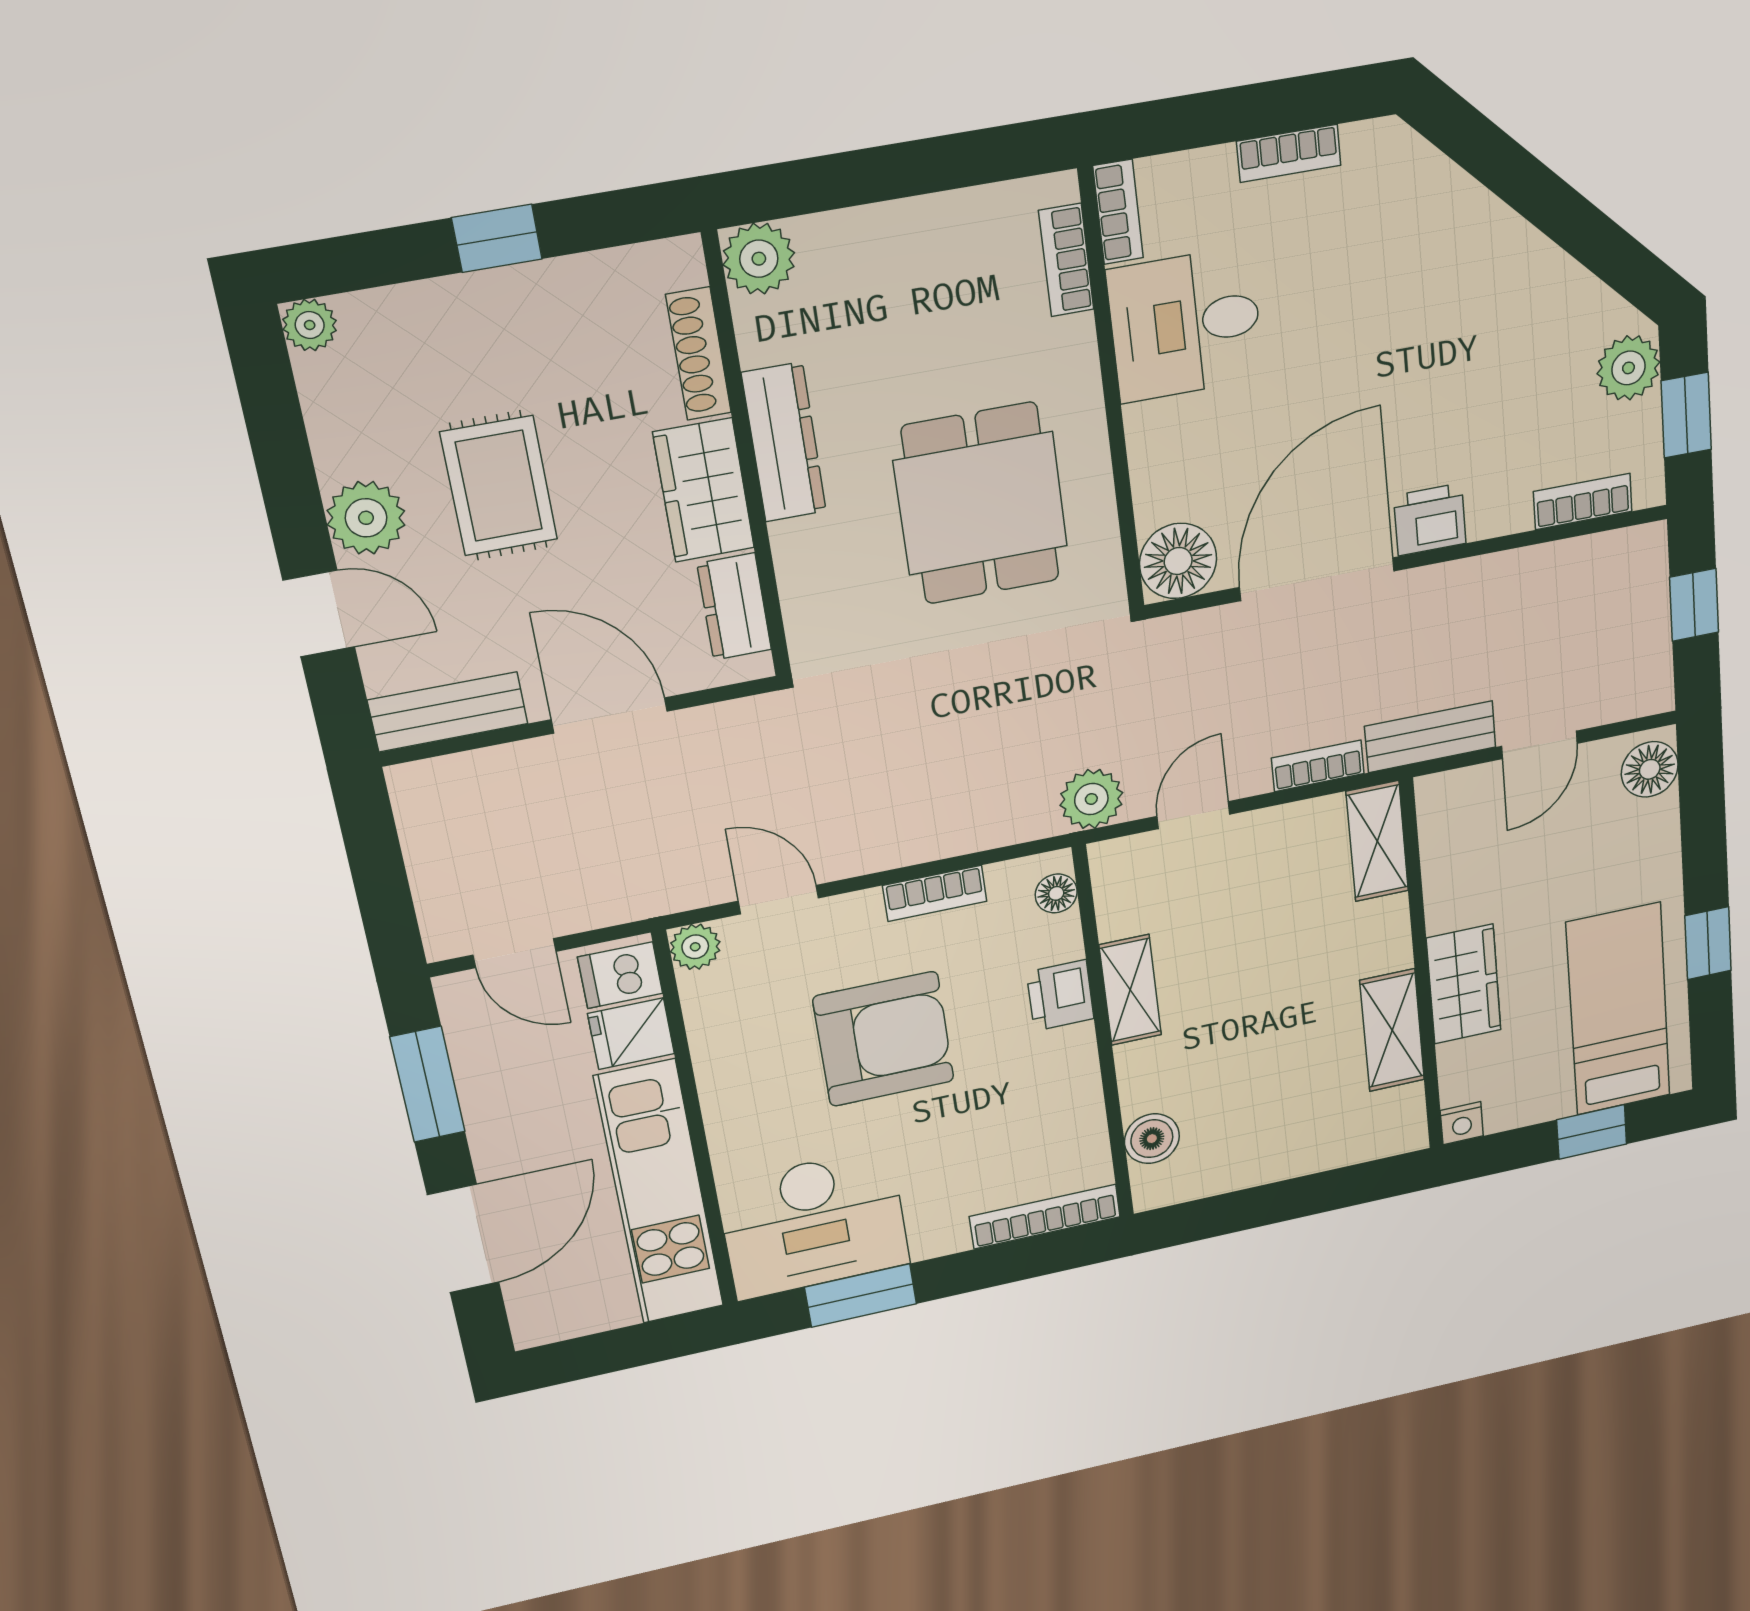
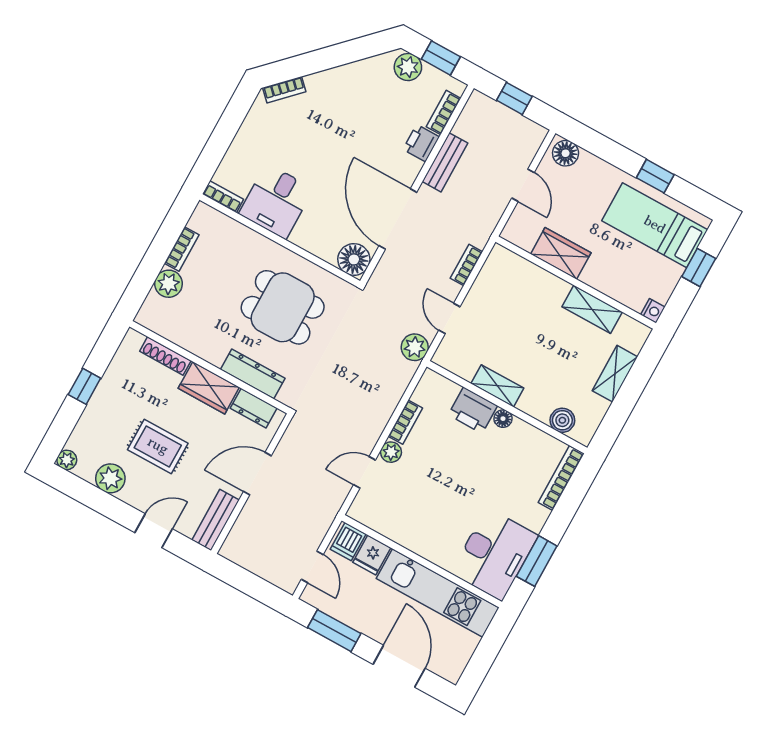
bookcase: (1289, 153) -> (284, 90), moved, turned 45
plant: (759, 259) -> (169, 284), moved
bookcase: (1066, 260) -> (182, 249), moved, turned -90
dresser: (784, 442) -> (253, 374), moved
plant: (366, 518) -> (110, 478), moved
printer: (1430, 519) -> (421, 143), moved
bench: (1430, 737) -> (445, 162), moved
shelving: (1377, 841) -> (615, 374), moved, turned 90
floor lamp: (1056, 893) -> (503, 419), moved
plant: (695, 947) -> (391, 452), moved
door: (515, 953) -> (312, 567), hinge flipped
wardrobe: (1464, 984) -> (561, 253), moved
printer: (1060, 995) -> (473, 410), width x1.36, depth x1.24
armchair: (884, 1039) -> (444, 479), removed

